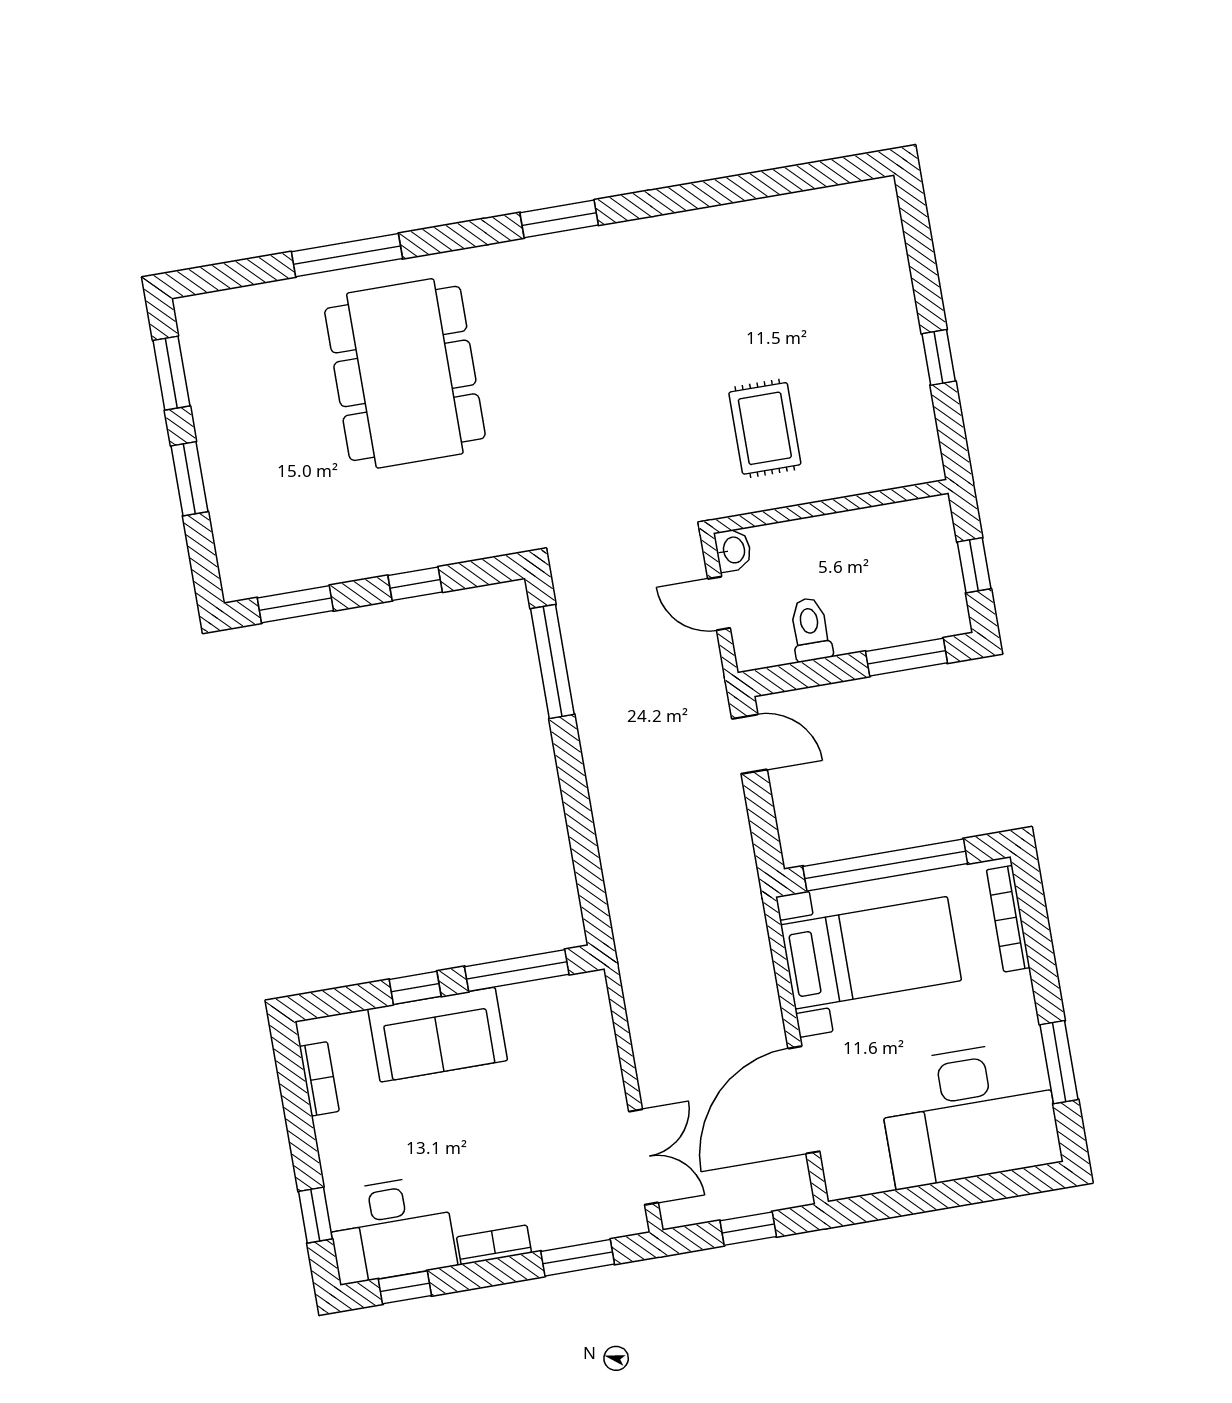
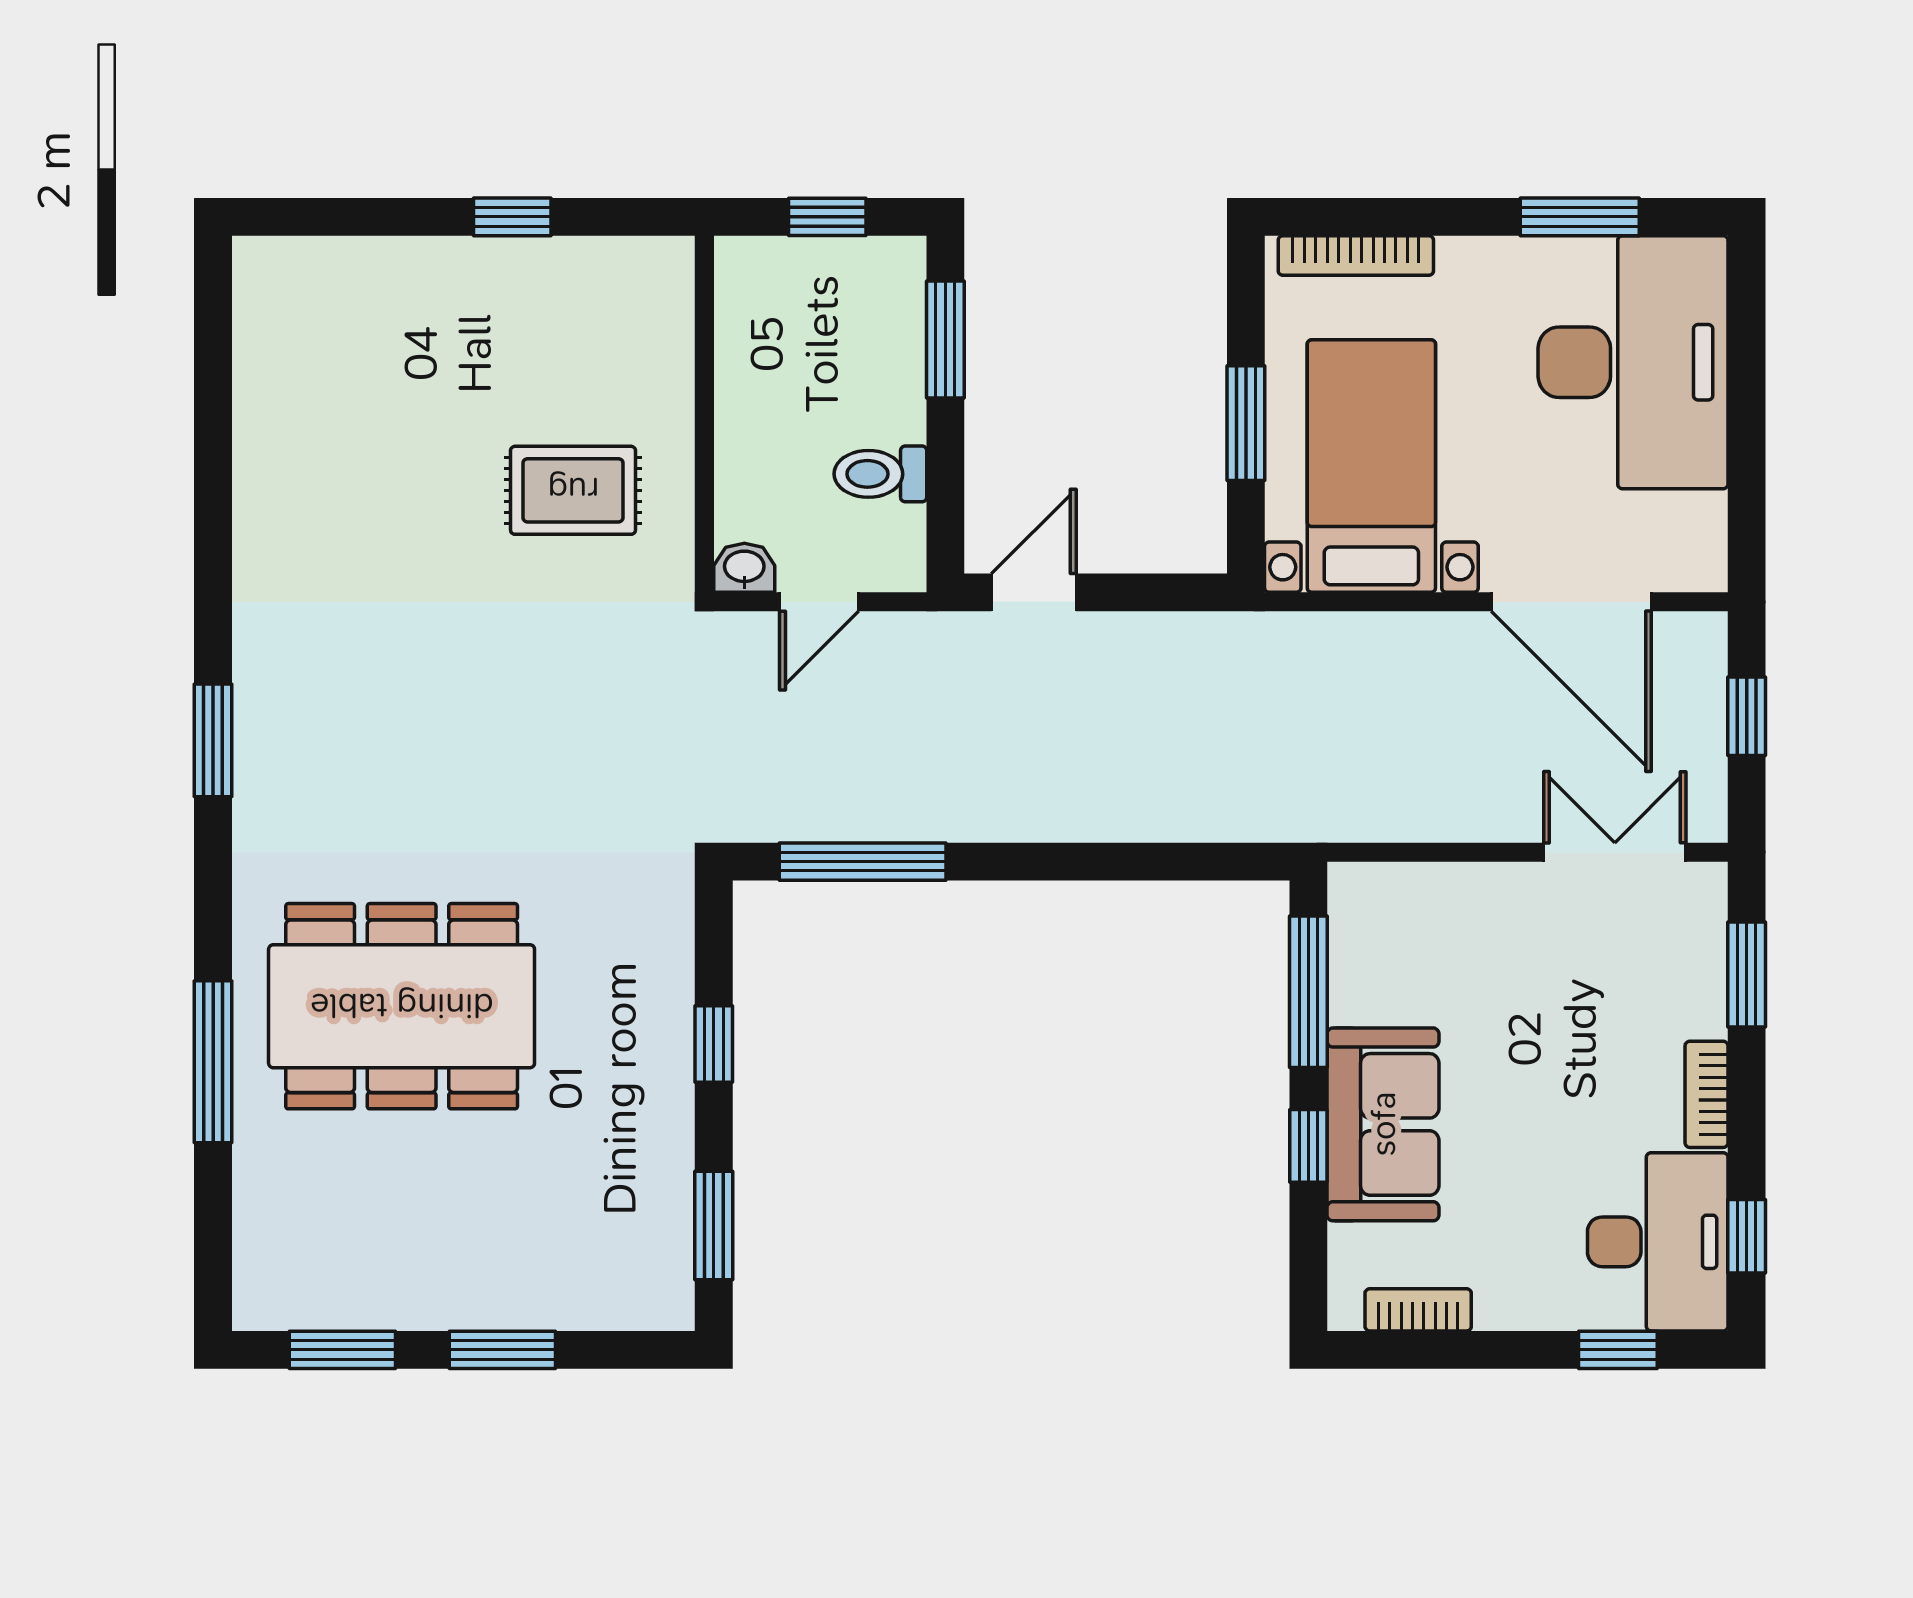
window: (885, 865) -> (1246, 423), width x0.47

